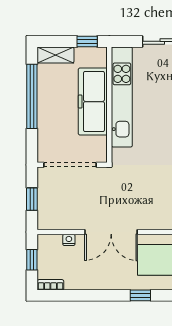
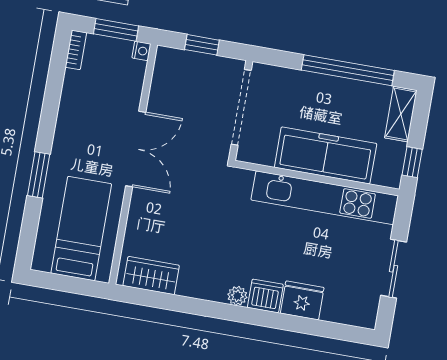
double door: (111, 232) -> (136, 149), swing flipped
nightstand: (69, 240) -> (141, 51), moved
window: (32, 260) -> (116, 30), width x1.50
window: (140, 295) -> (39, 175), width x1.50

